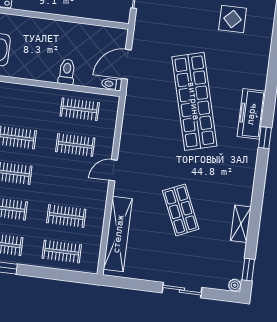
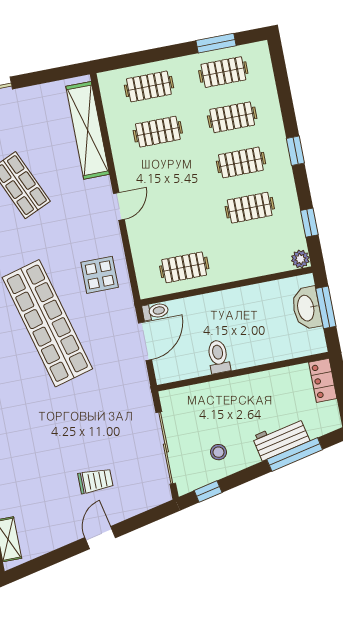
display table: (233, 19) -> (100, 275), moved
toilet: (67, 72) -> (218, 357), moved, turned 180
clothes rail: (75, 145) -> (175, 222), removed

